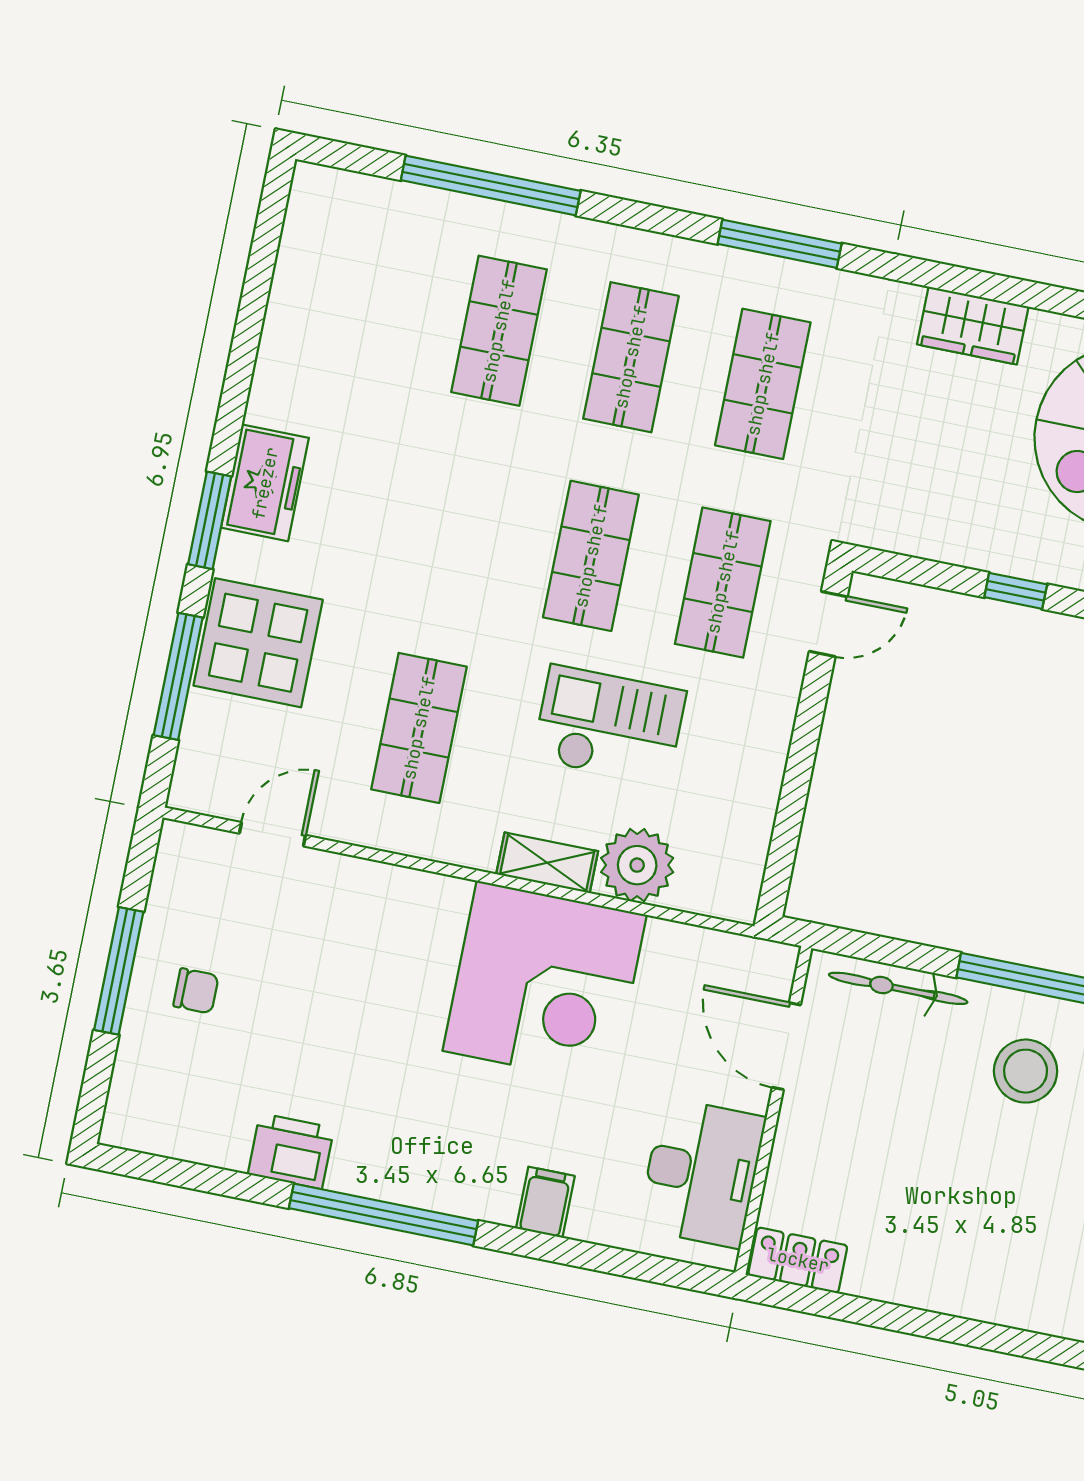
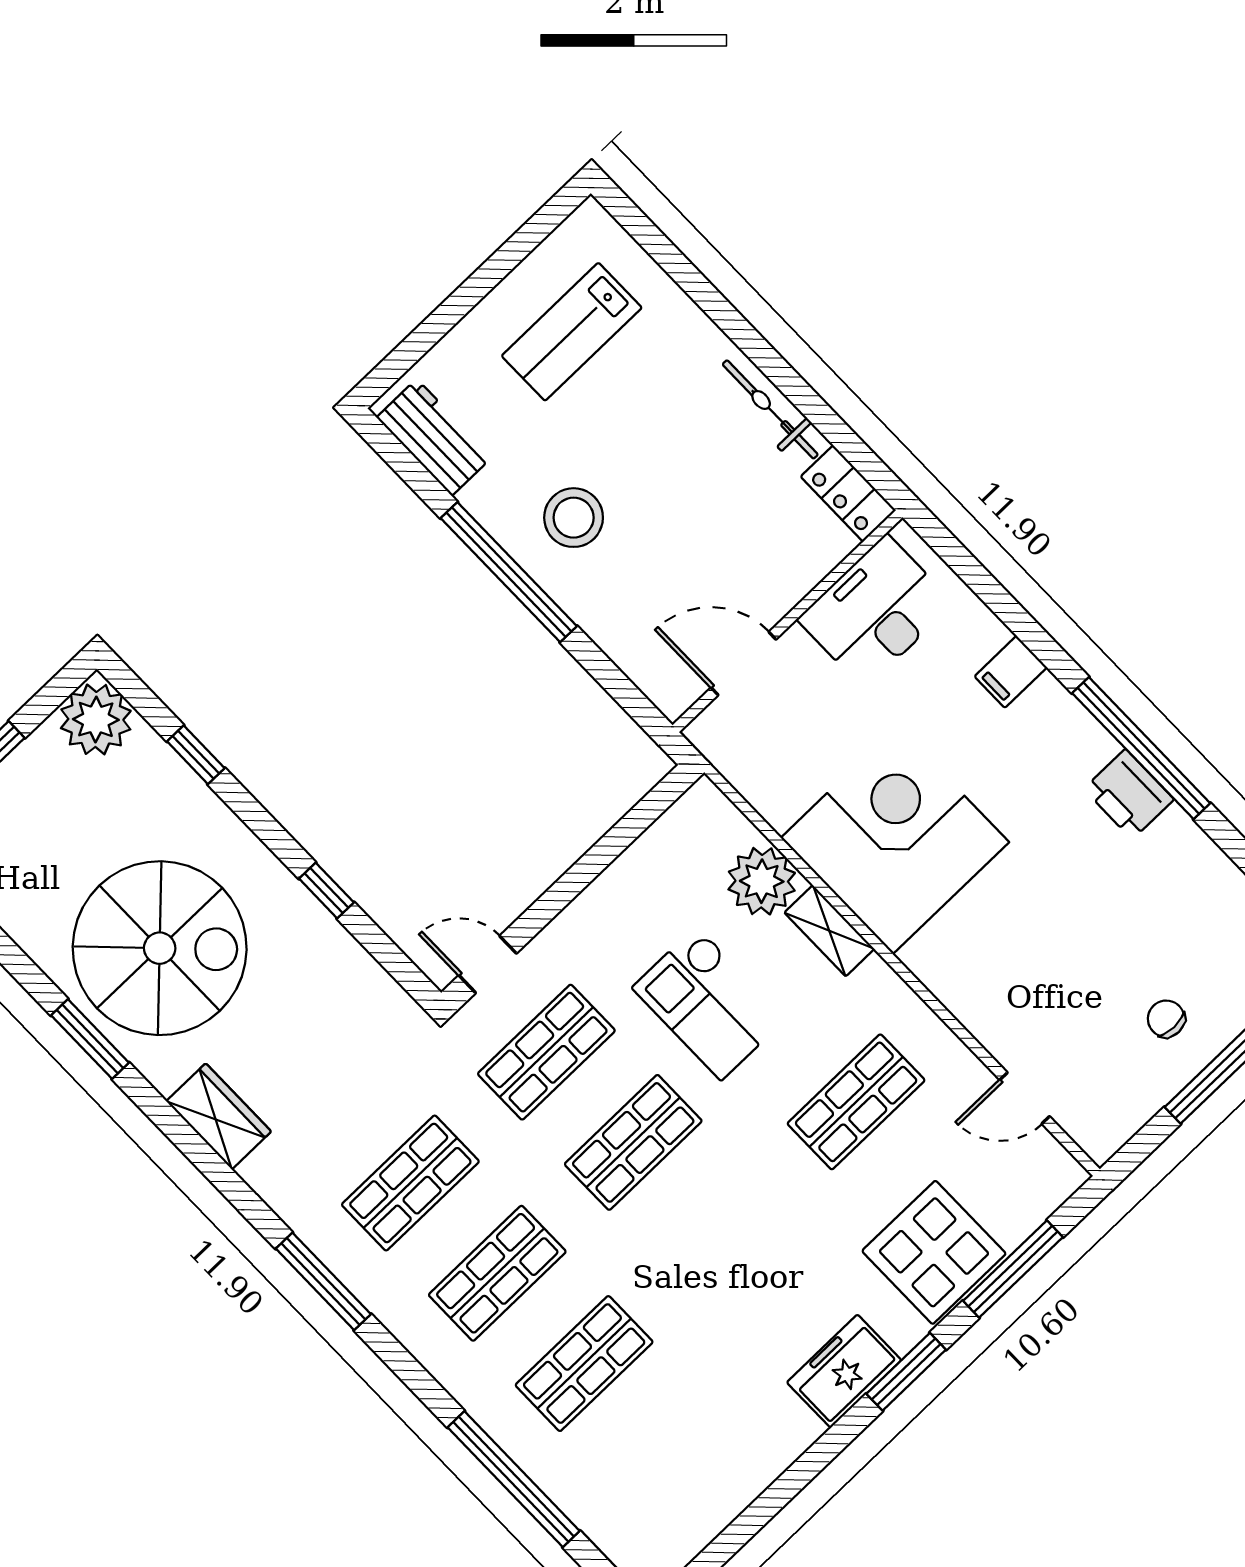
bicycle: (898, 988) -> (770, 409), moved, turned 180
door: (786, 1046) -> (743, 663), swing flipped
printer: (291, 1151) -> (1129, 794), moved

